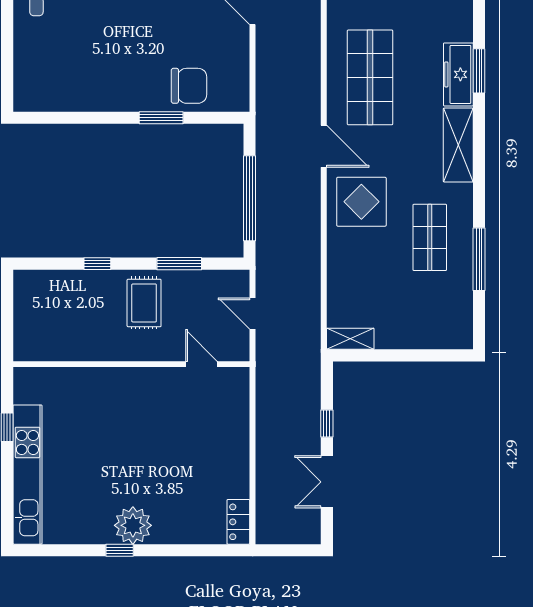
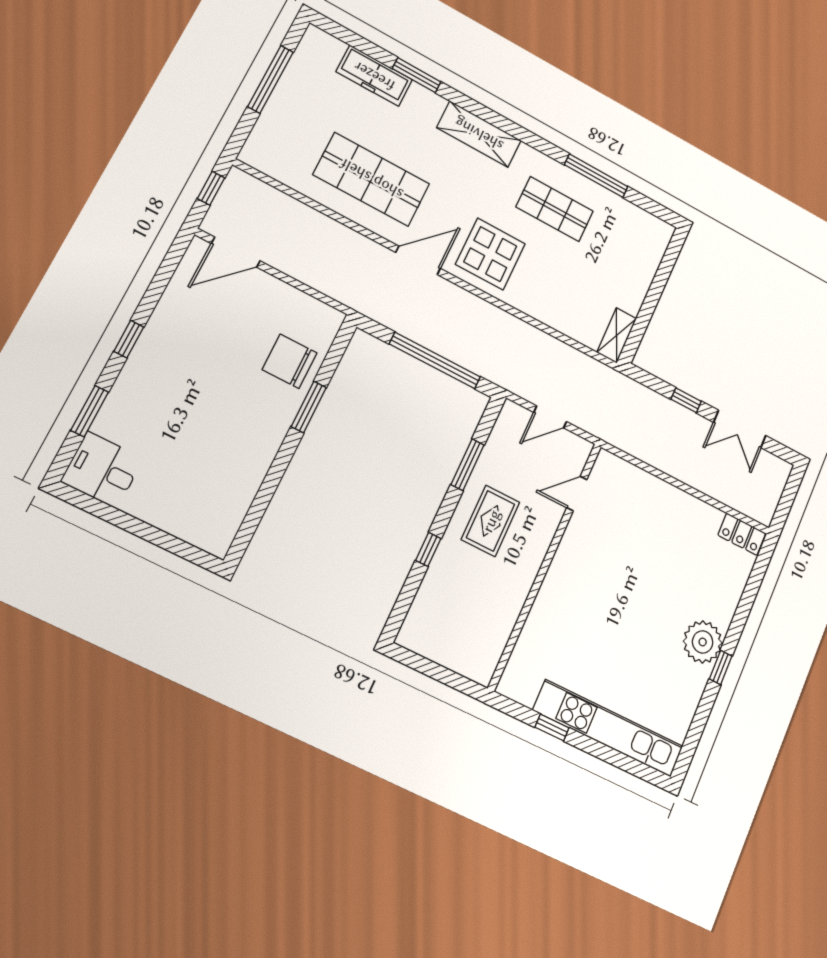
freezer: (458, 74) -> (374, 76), moved
chair: (189, 86) -> (290, 361), turned -90
rug: (144, 303) -> (491, 521), turned 90

